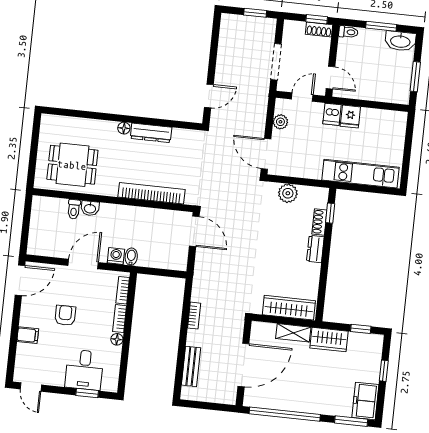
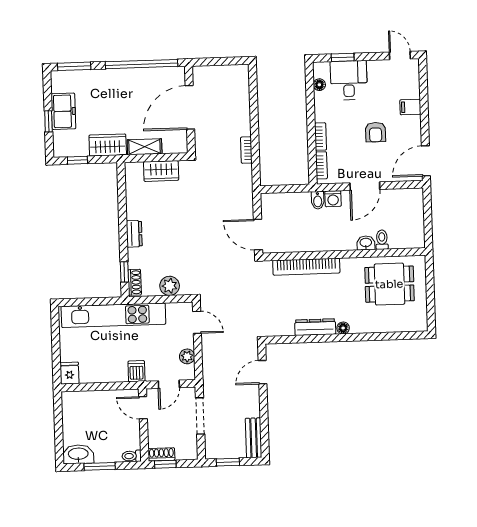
window: (415, 77) -> (58, 421), removed
fridge: (350, 117) -> (69, 373), moved
door: (266, 154) -> (197, 322), width x0.73
kitchen unit: (360, 174) -> (113, 315), width x1.36
shoe rack: (319, 222) -> (135, 282), moved
wardrobe: (289, 308) -> (161, 171), width x0.67
floor lamp: (117, 339) -> (319, 85), moved
bench: (191, 366) -> (254, 438), moved
freezer: (365, 401) -> (63, 111), moved

